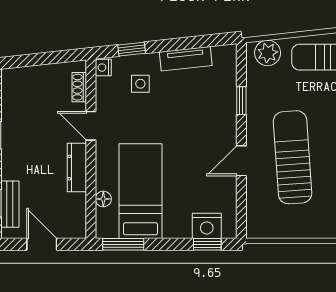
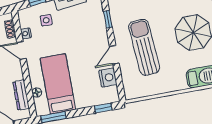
nightstand: (103, 68) -> (26, 33), moved
dresser: (77, 168) -> (21, 95), moved
nightstand: (207, 226) -> (108, 78), moved, turned -90

